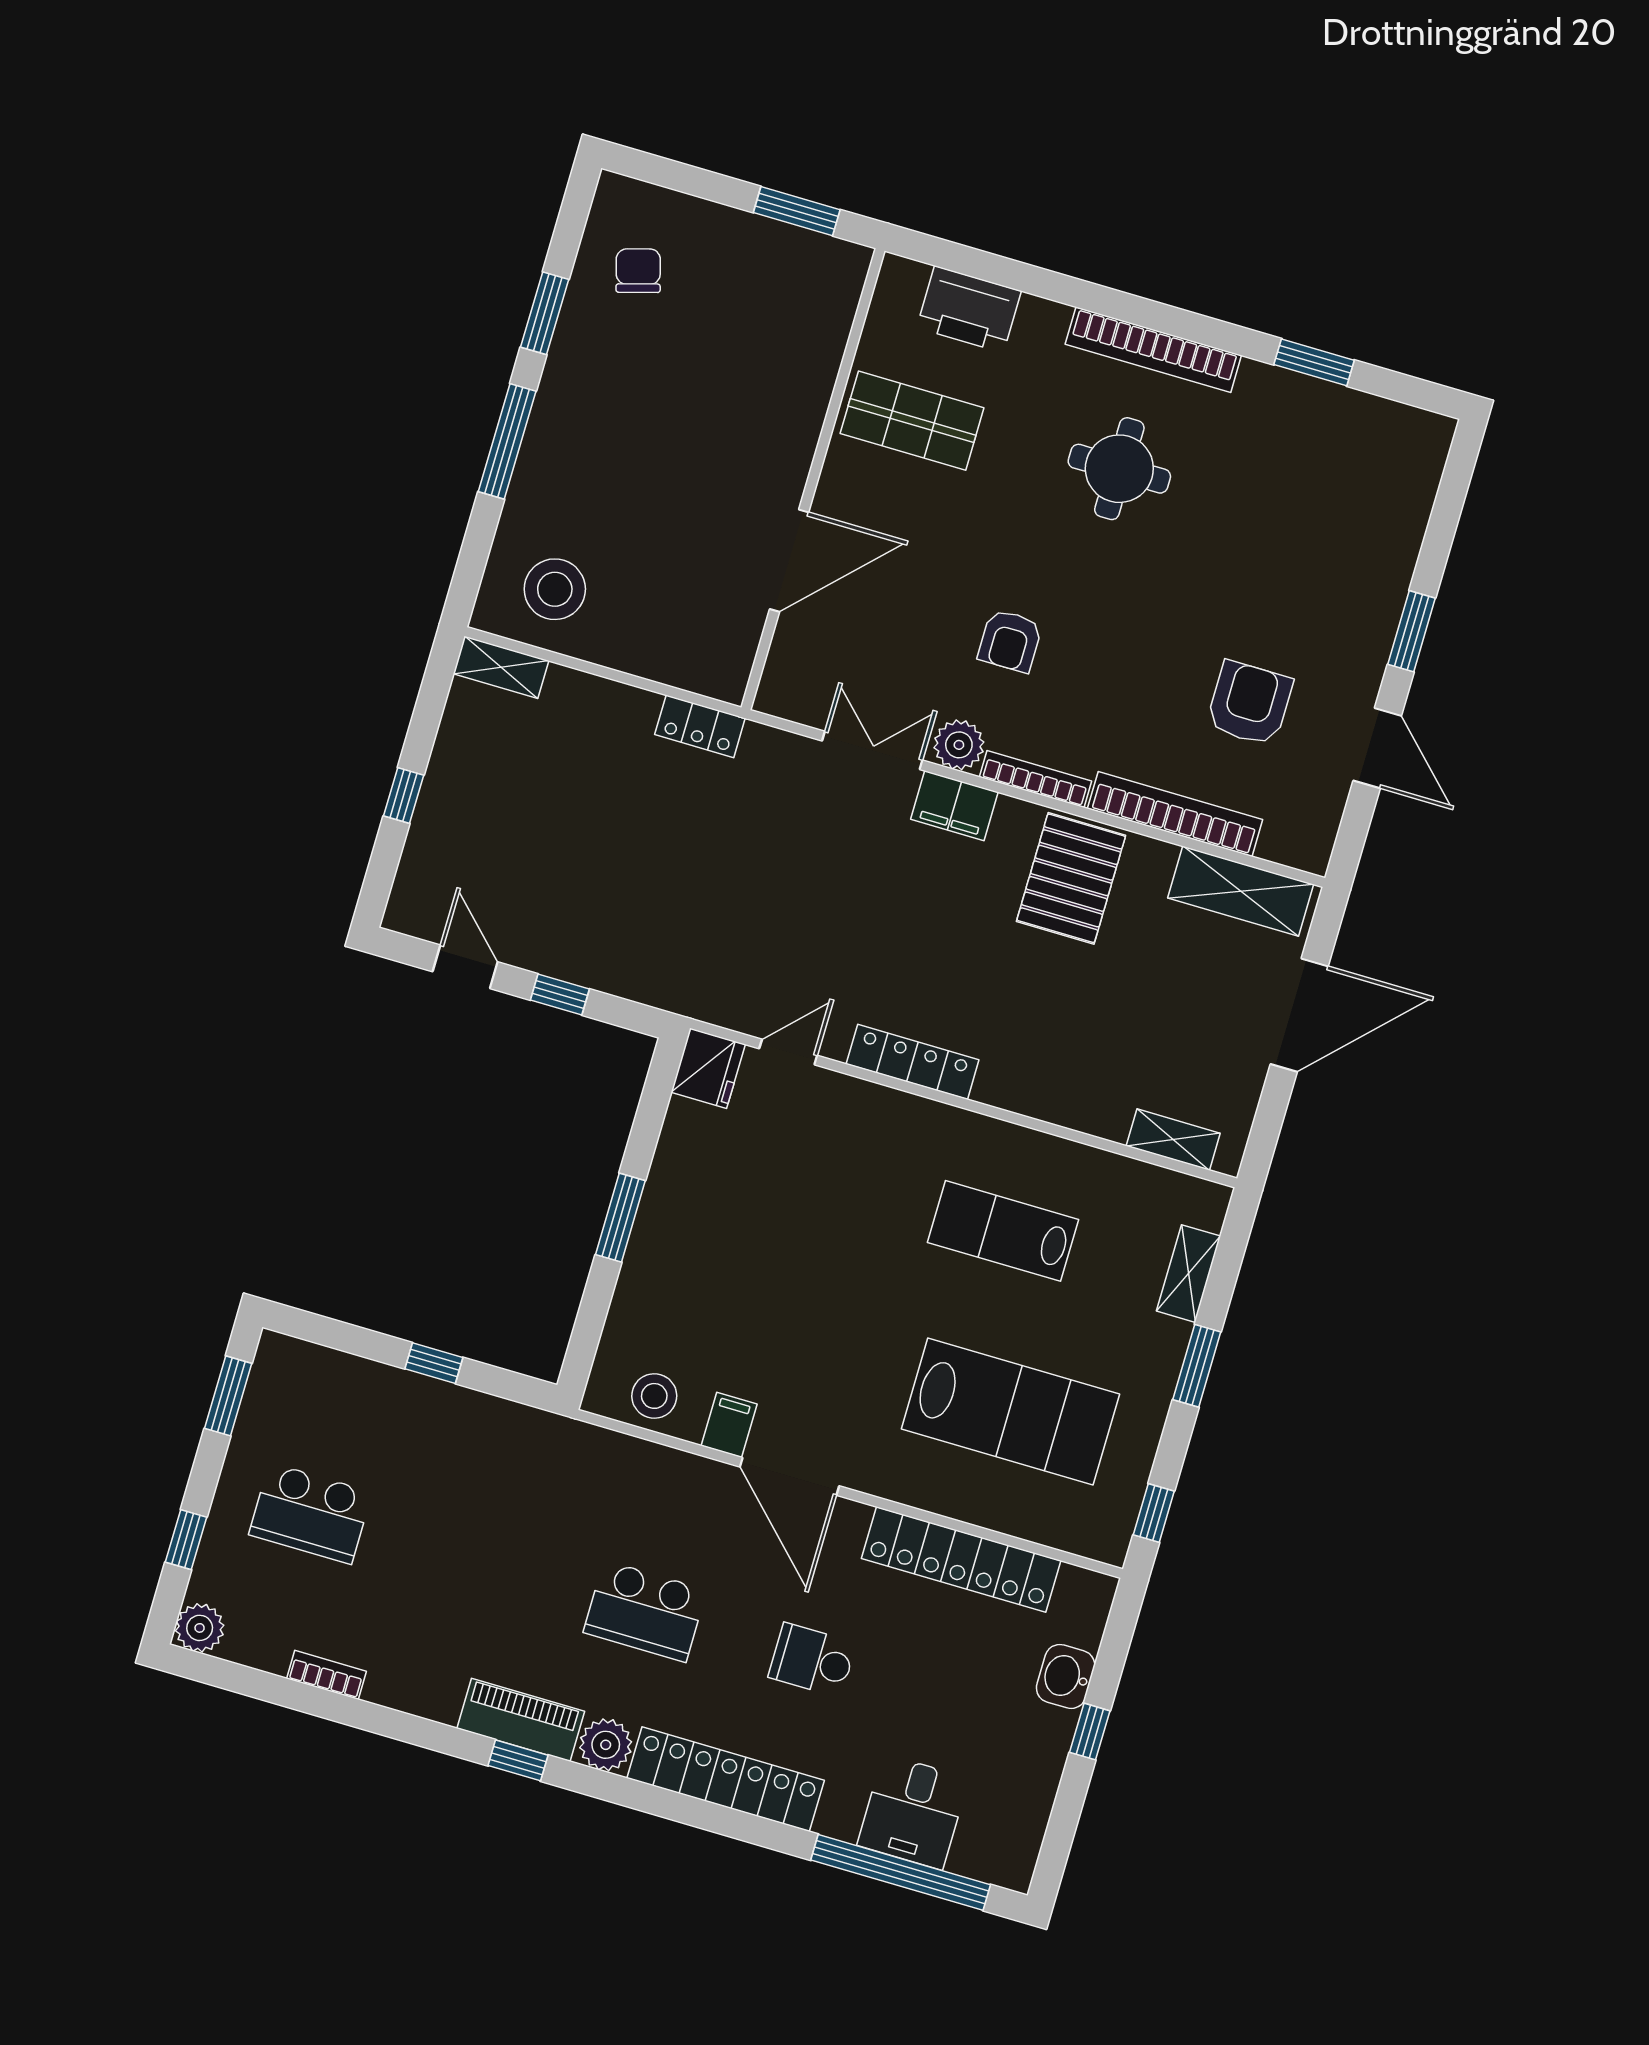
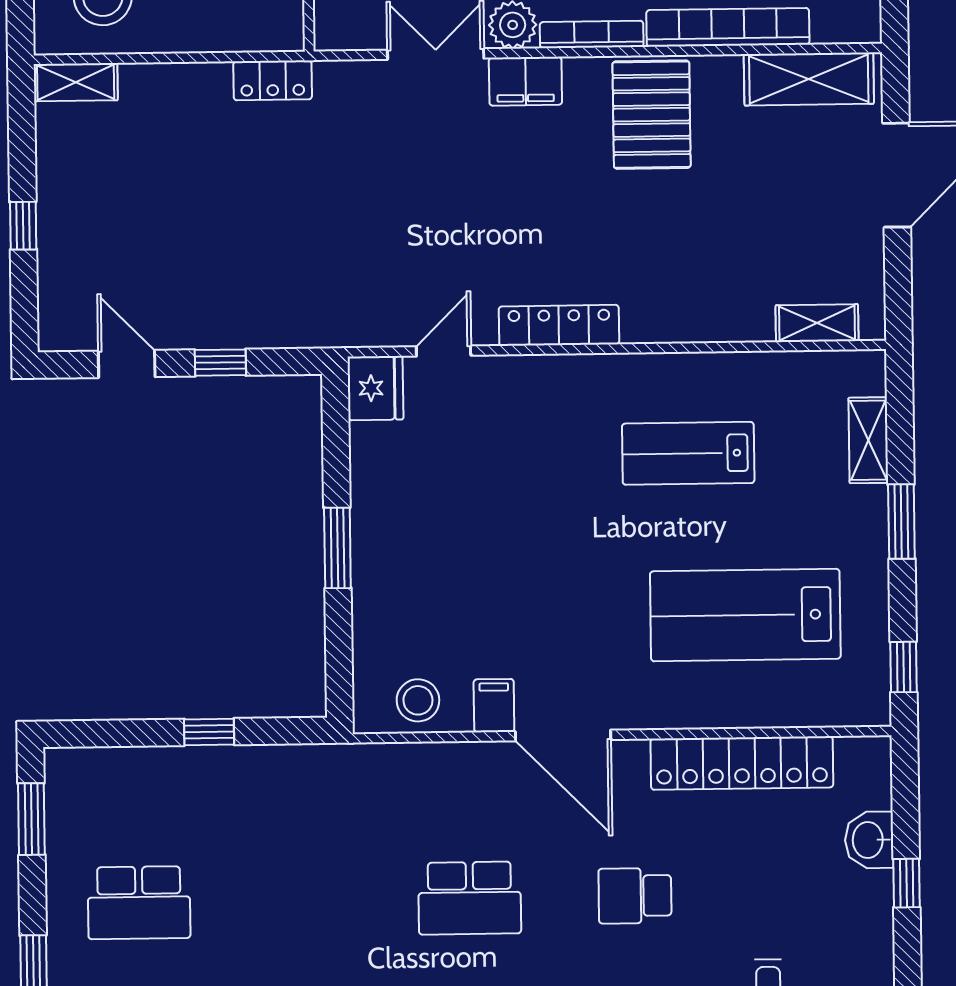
lab bench: (1010, 1412) -> (745, 615), turned 180

